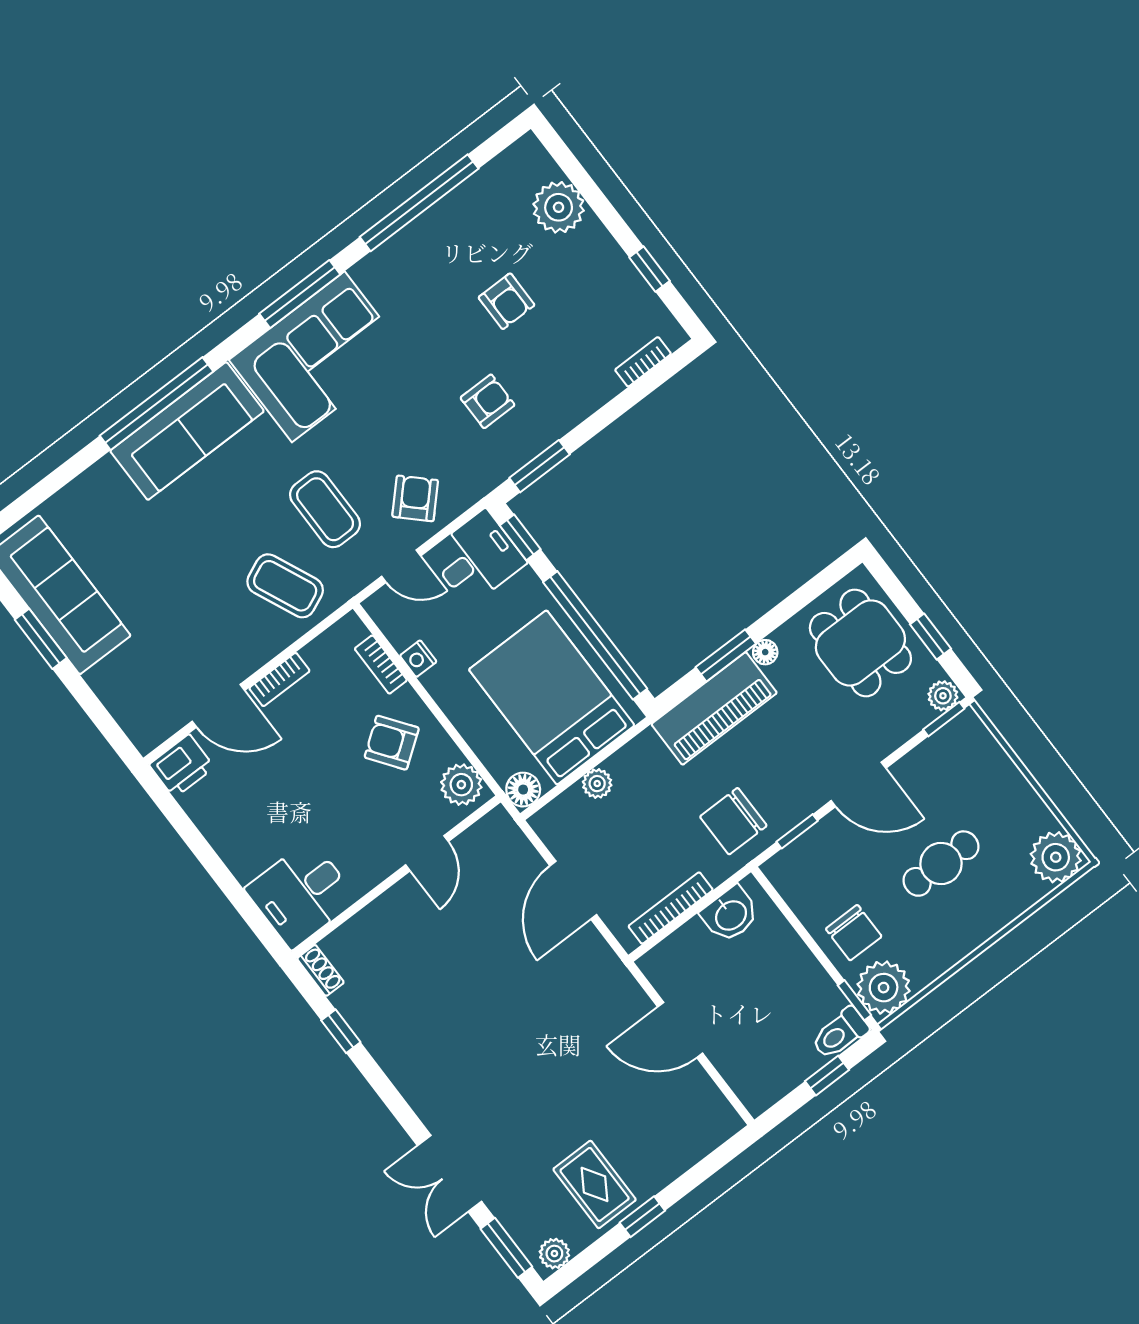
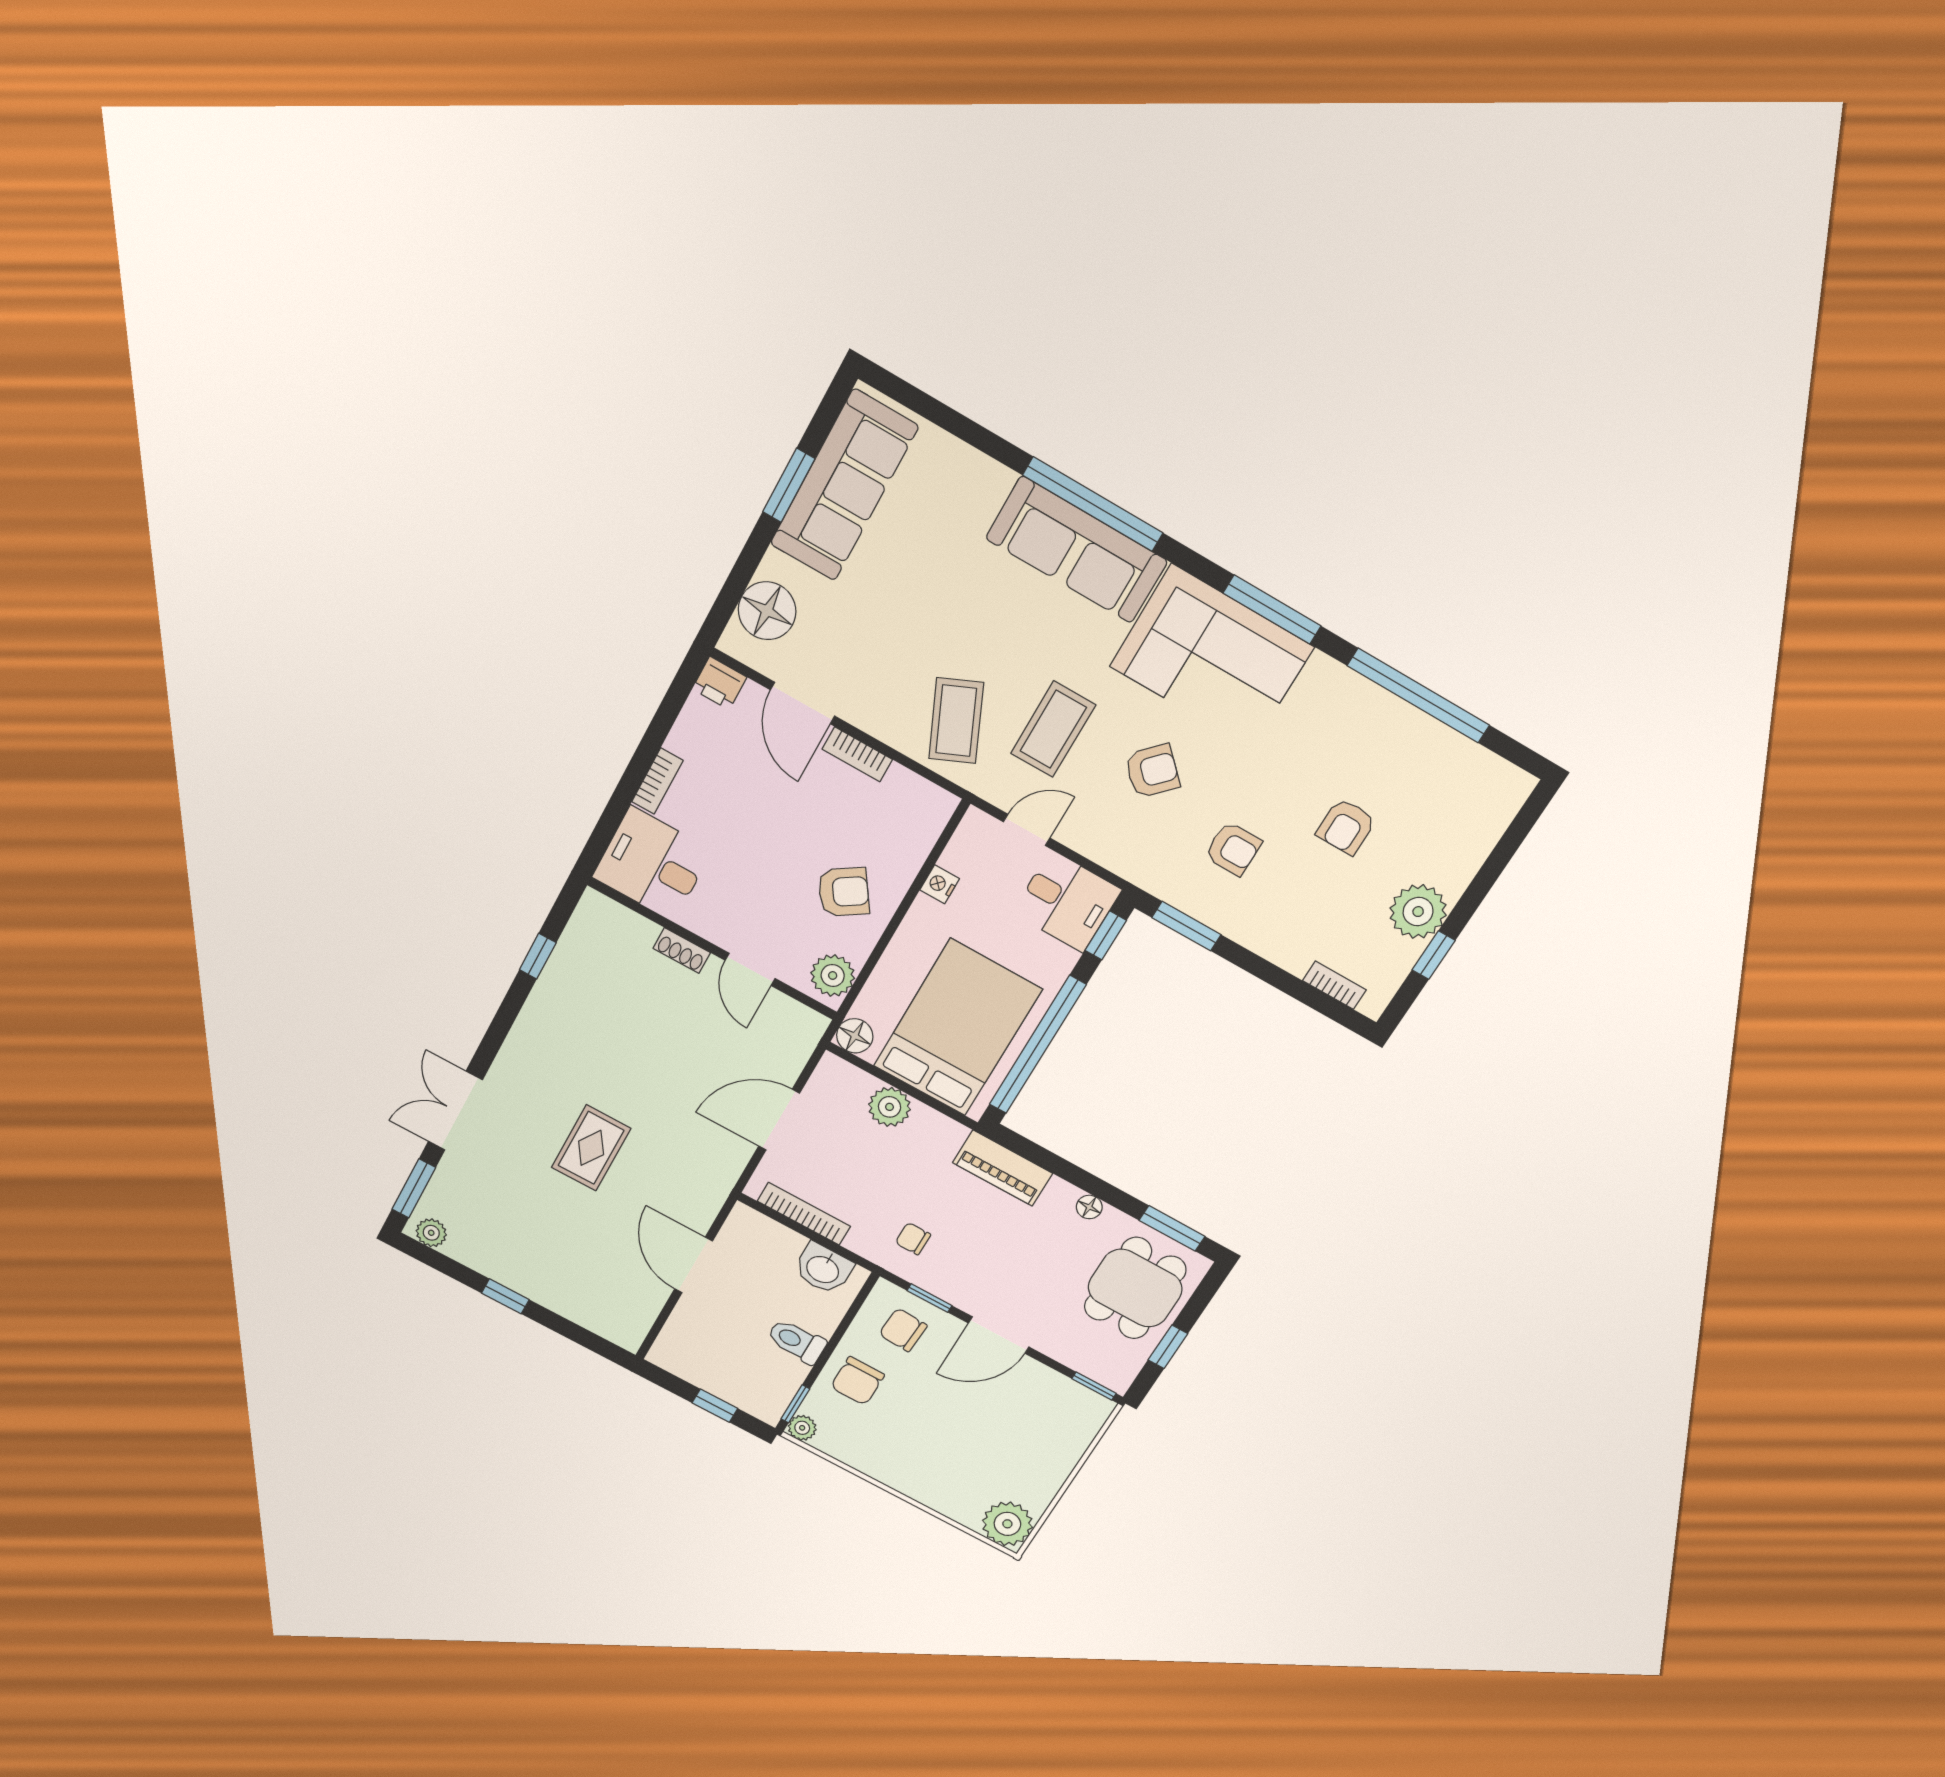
plant: (559, 207) -> (1418, 912), moved
armchair: (415, 498) -> (1152, 771), moved
door: (401, 566) -> (1027, 830), swing flipped
window: (726, 655) -> (1172, 1228), moved
bookcase: (381, 664) -> (657, 781), moved, turned 180
plant: (943, 696) -> (1116, 1377), removed
floor lamp: (132, 701) -> (767, 611), added
piano: (714, 708) -> (1003, 1168), width x0.73, depth x0.75
armchair: (392, 743) -> (844, 892), turned 92
printer: (182, 766) -> (719, 683), width x0.73, depth x0.81
plant: (597, 784) -> (890, 1107), width x1.38, depth x1.38
door: (858, 784) -> (999, 1335), hinge flipped
chair: (733, 821) -> (913, 1239), width x0.54, depth x0.54
door: (427, 853) -> (750, 969), hinge flipped
cafe table: (941, 864) -> (957, 1431), removed
chair: (819, 869) -> (903, 1330), added
shoe rack: (320, 970) -> (682, 951), moved, turned 90
plant: (884, 988) -> (802, 1428), width x0.53, depth x0.53
toilet: (840, 1033) -> (797, 1341), moved
rug: (595, 1184) -> (591, 1148), moved

